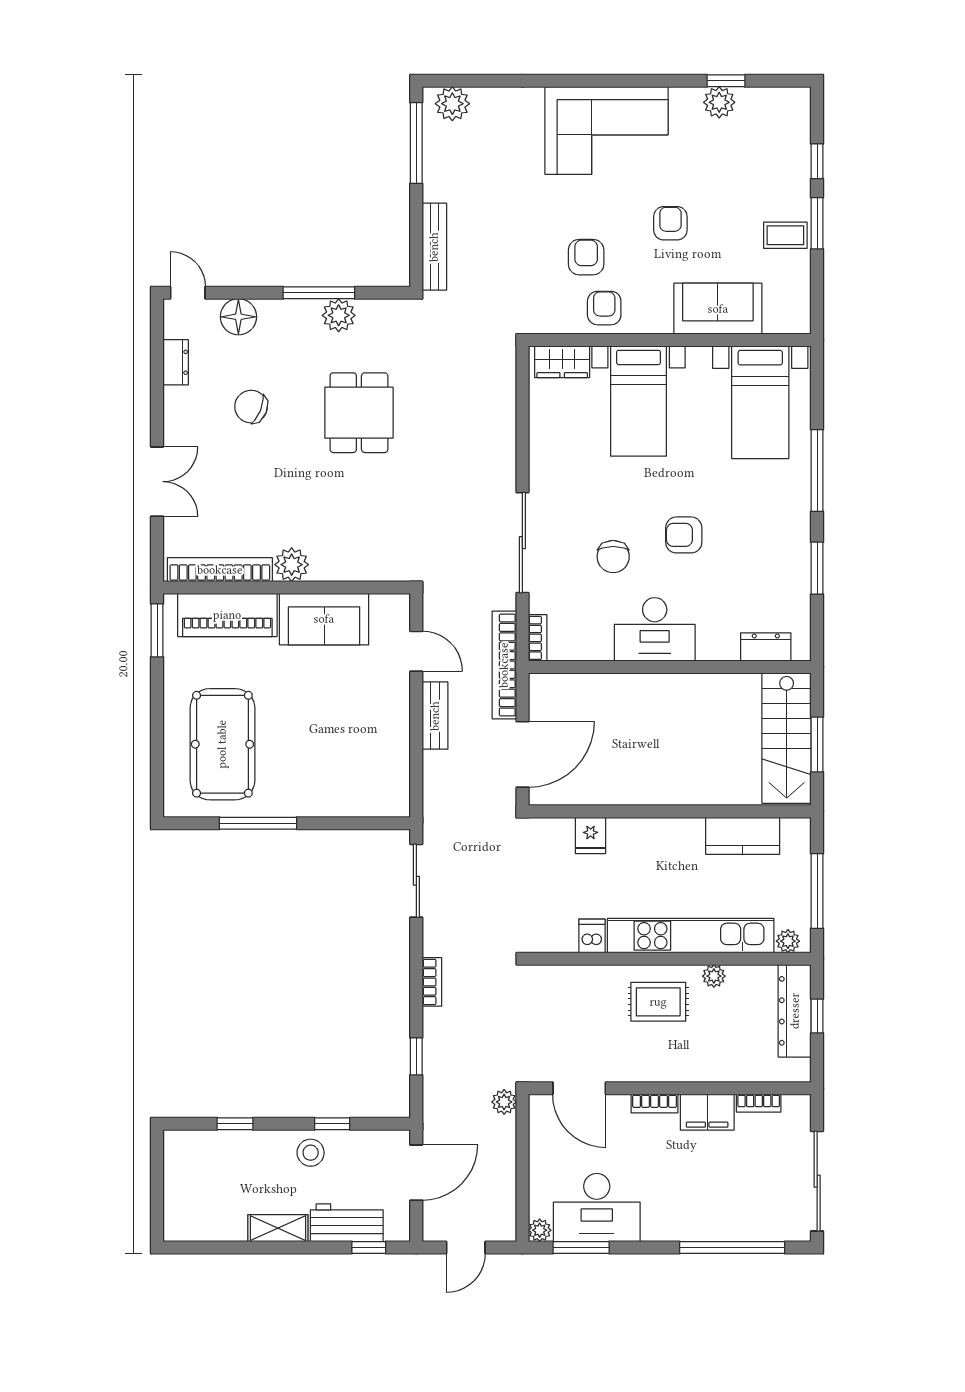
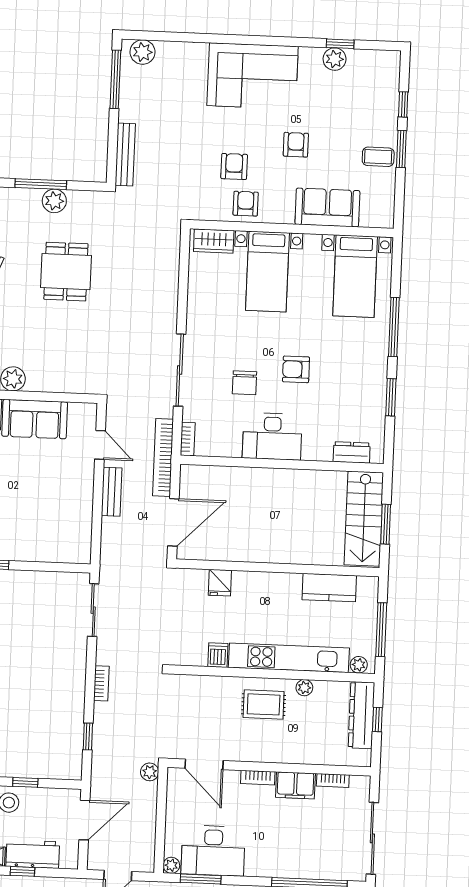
window: (369, 1247) -> (22, 871), moved

